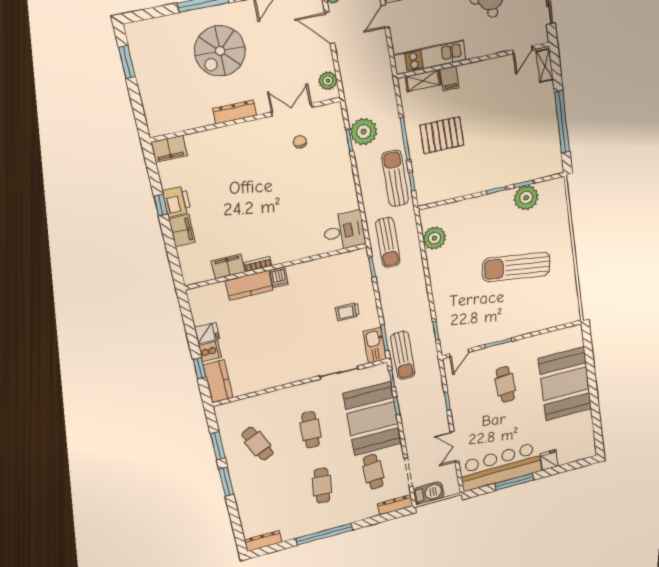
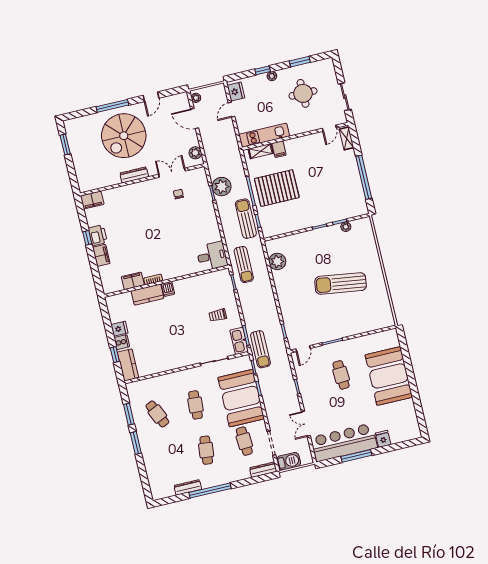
spiral stairs: (220, 51) -> (124, 136), width x1.37, depth x1.37
pallet: (442, 135) -> (277, 188), width x1.37, depth x1.41
plant: (526, 198) -> (346, 227), width x0.53, depth x0.53
dresser: (263, 541) -> (188, 487), moved

